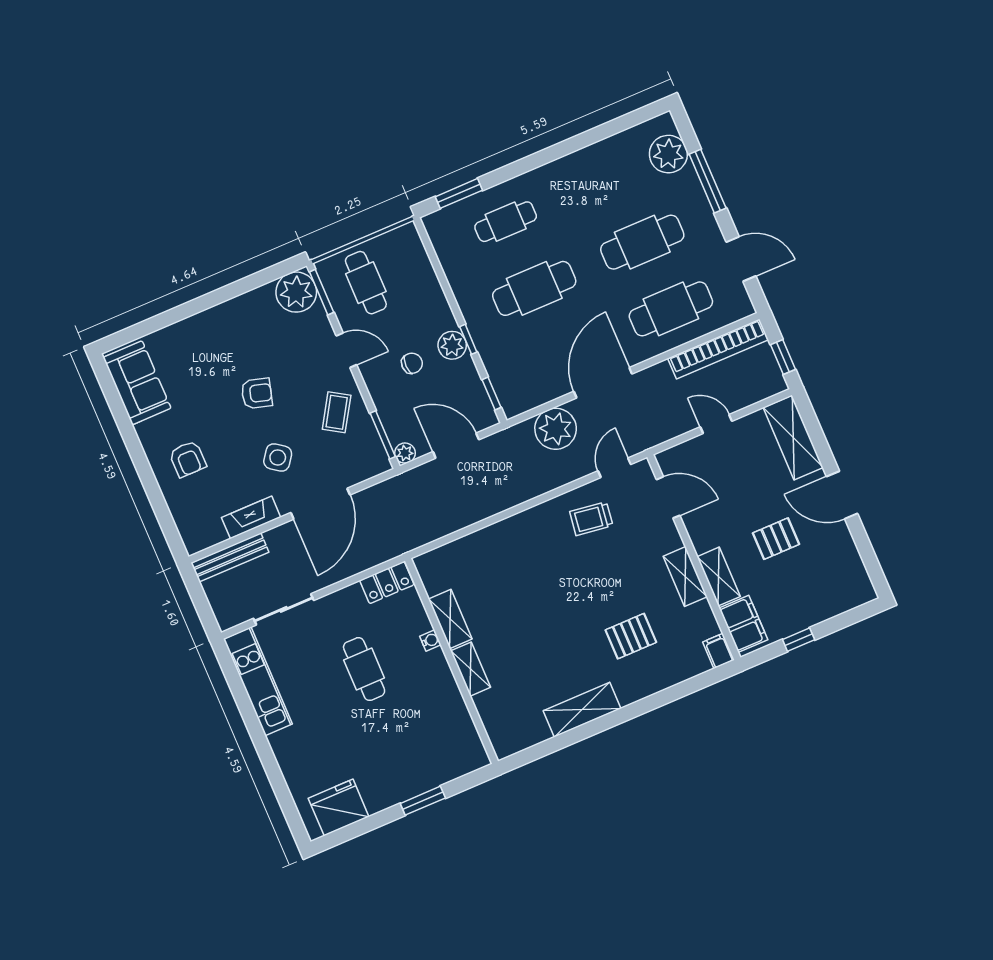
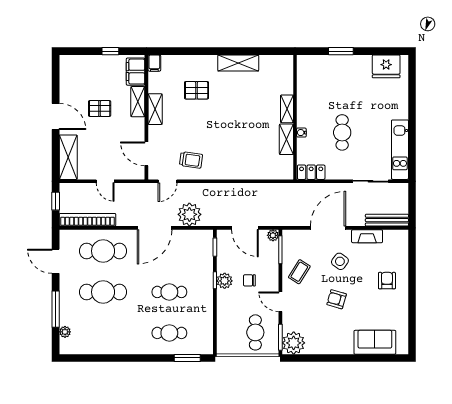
plant: (668, 154) -> (65, 332), width x0.53, depth x0.53
cafe table: (534, 288) -> (169, 292), width x0.73, depth x0.74
sofa: (137, 383) -> (375, 342), moved, turned 90

